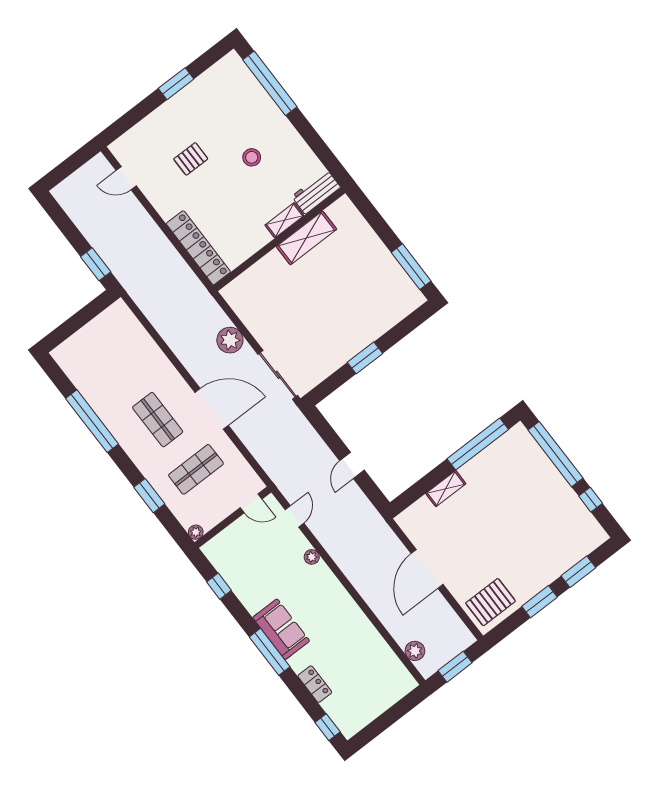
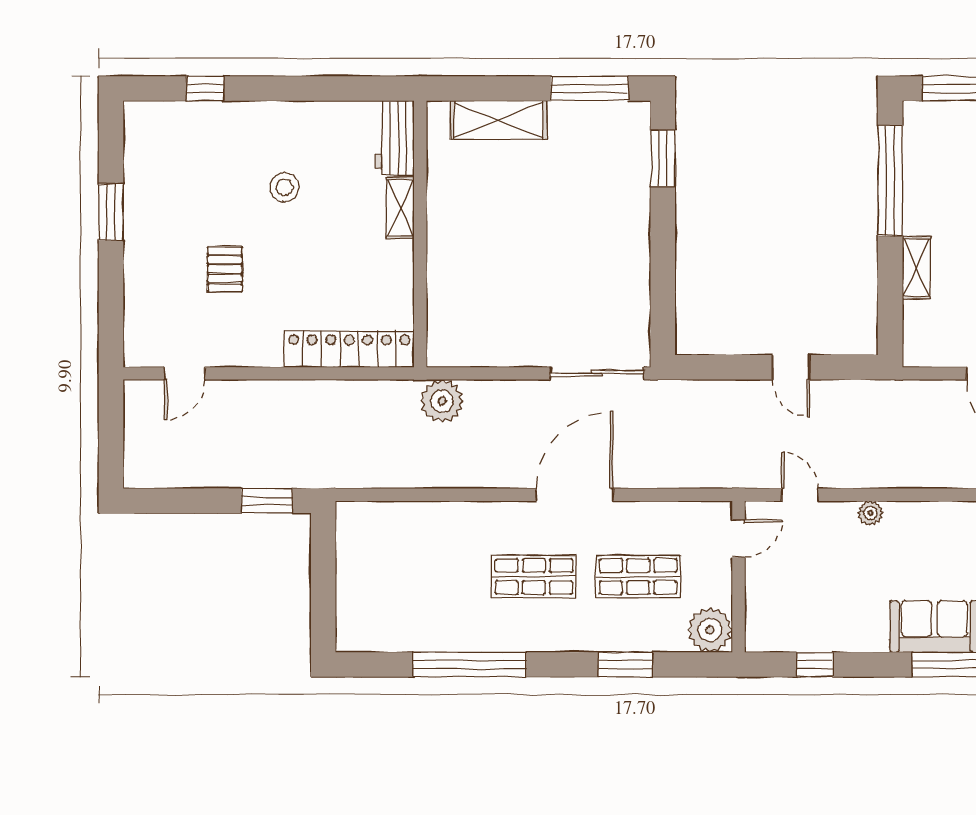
window: (270, 83) -> (205, 88), width x0.32
shelving: (306, 238) -> (499, 120), moved, turned 90
plant: (230, 340) -> (442, 401), moved
window: (365, 358) -> (663, 158), moved
shop shelf: (196, 469) -> (638, 577), turned 90
plant: (196, 532) -> (710, 630), width x1.88, depth x1.88

